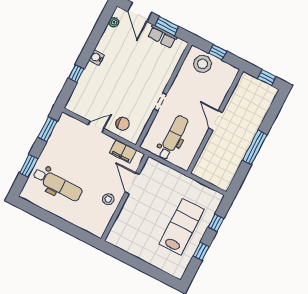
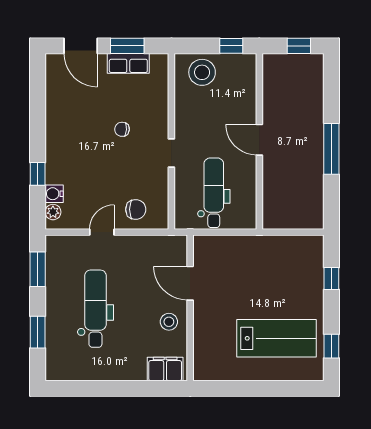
plant: (114, 22) -> (53, 212), moved
window: (218, 52) -> (231, 46), moved
water cooler: (97, 58) -> (54, 194), moved
chair: (139, 73) -> (122, 129), added
filing cabinet: (123, 151) -> (165, 369), moved, turned 180
dental chair: (58, 184) -> (95, 309), moved, turned -90
lab bench: (182, 227) -> (276, 338), moved, turned 90
window: (201, 251) -> (331, 346), moved

